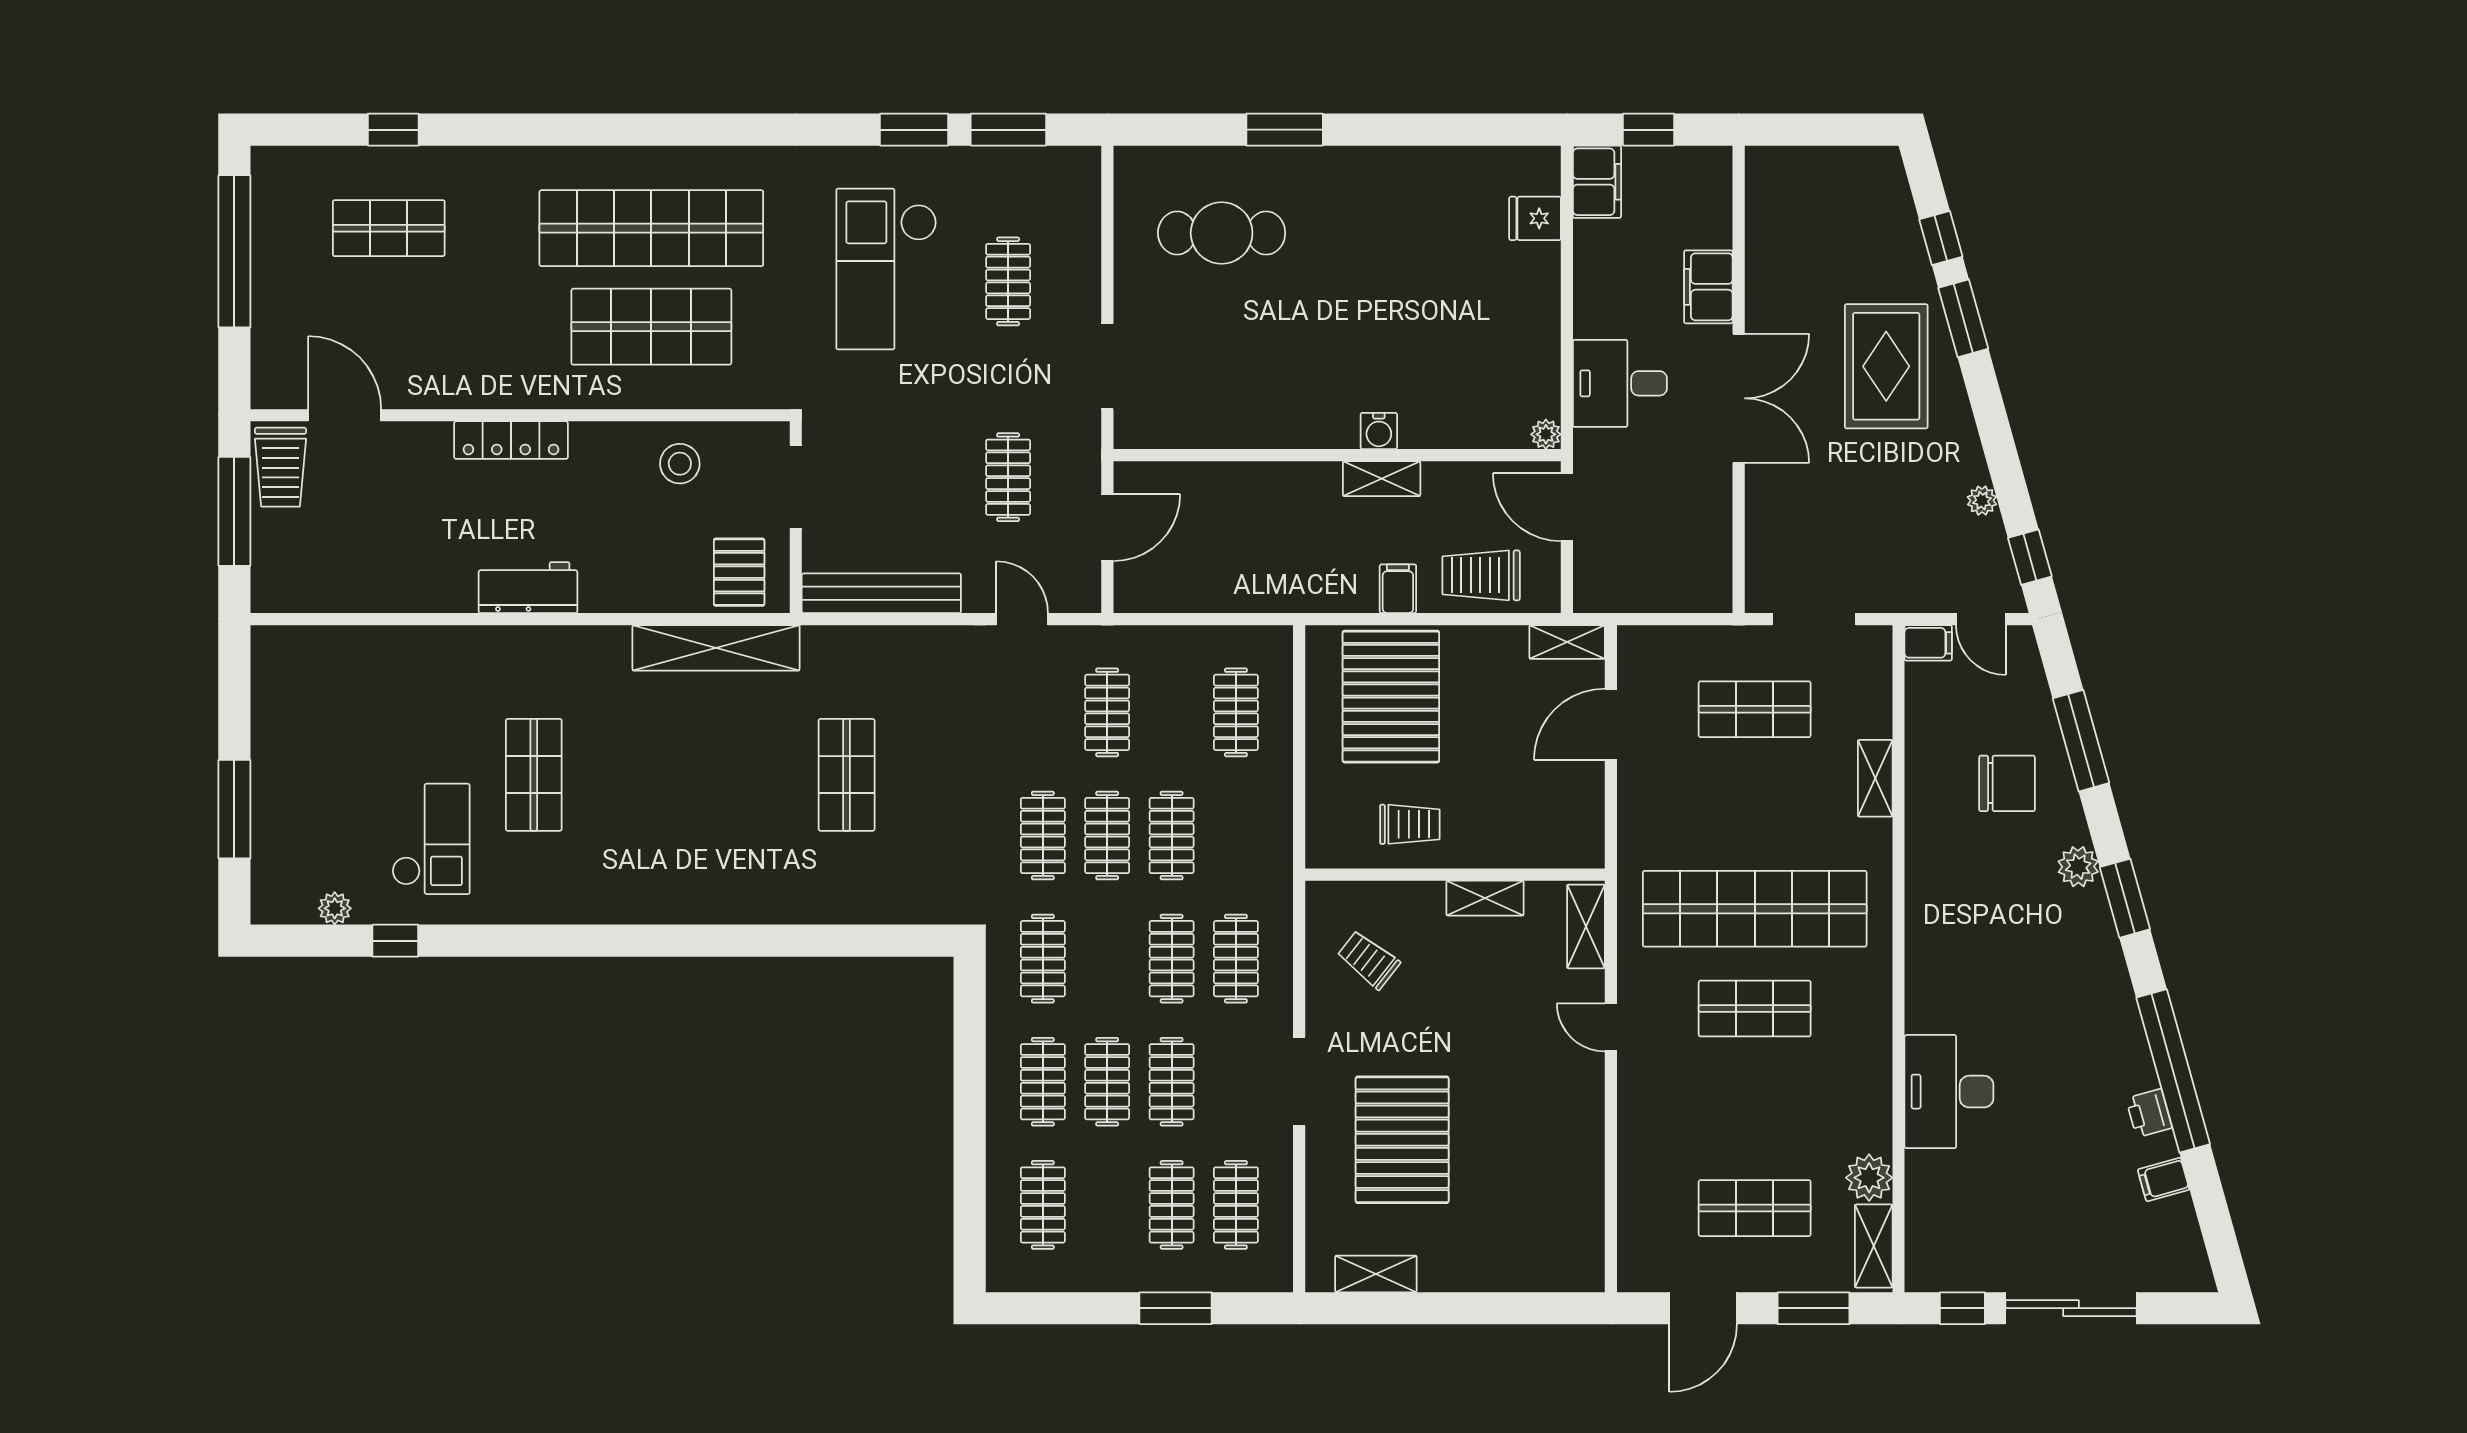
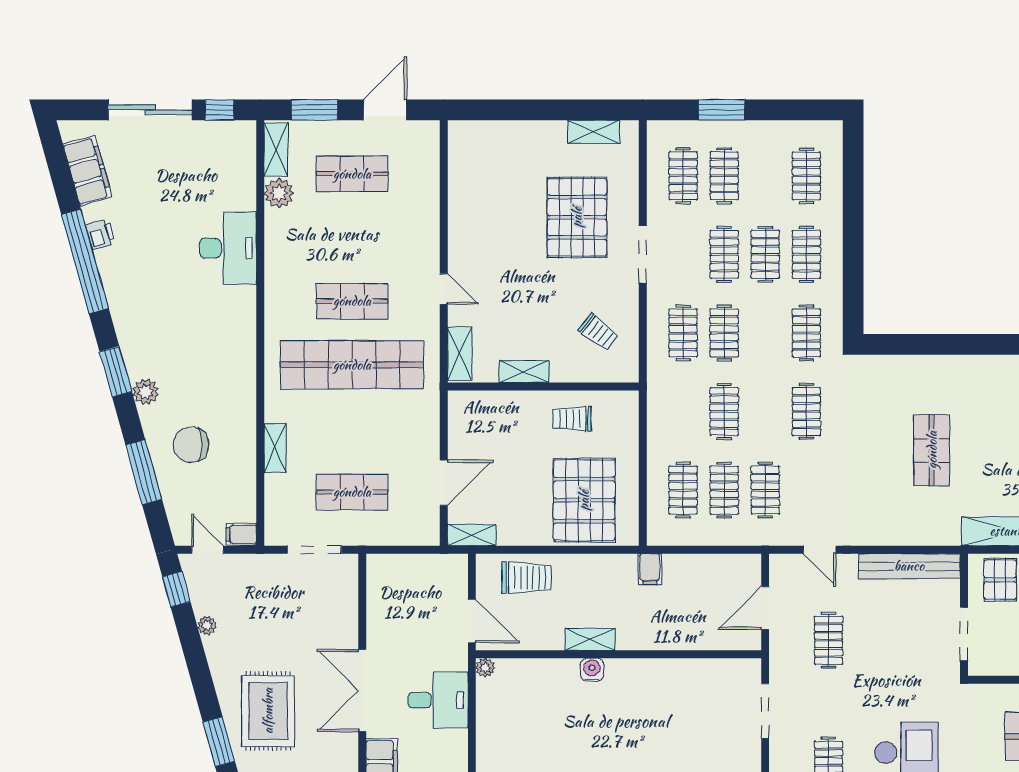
filing cabinet: (1398, 589) -> (650, 569), moved
clothes rail: (1107, 836) -> (724, 490), moved
filing cabinet: (2164, 1180) -> (88, 171), width x3.00, depth x1.17

